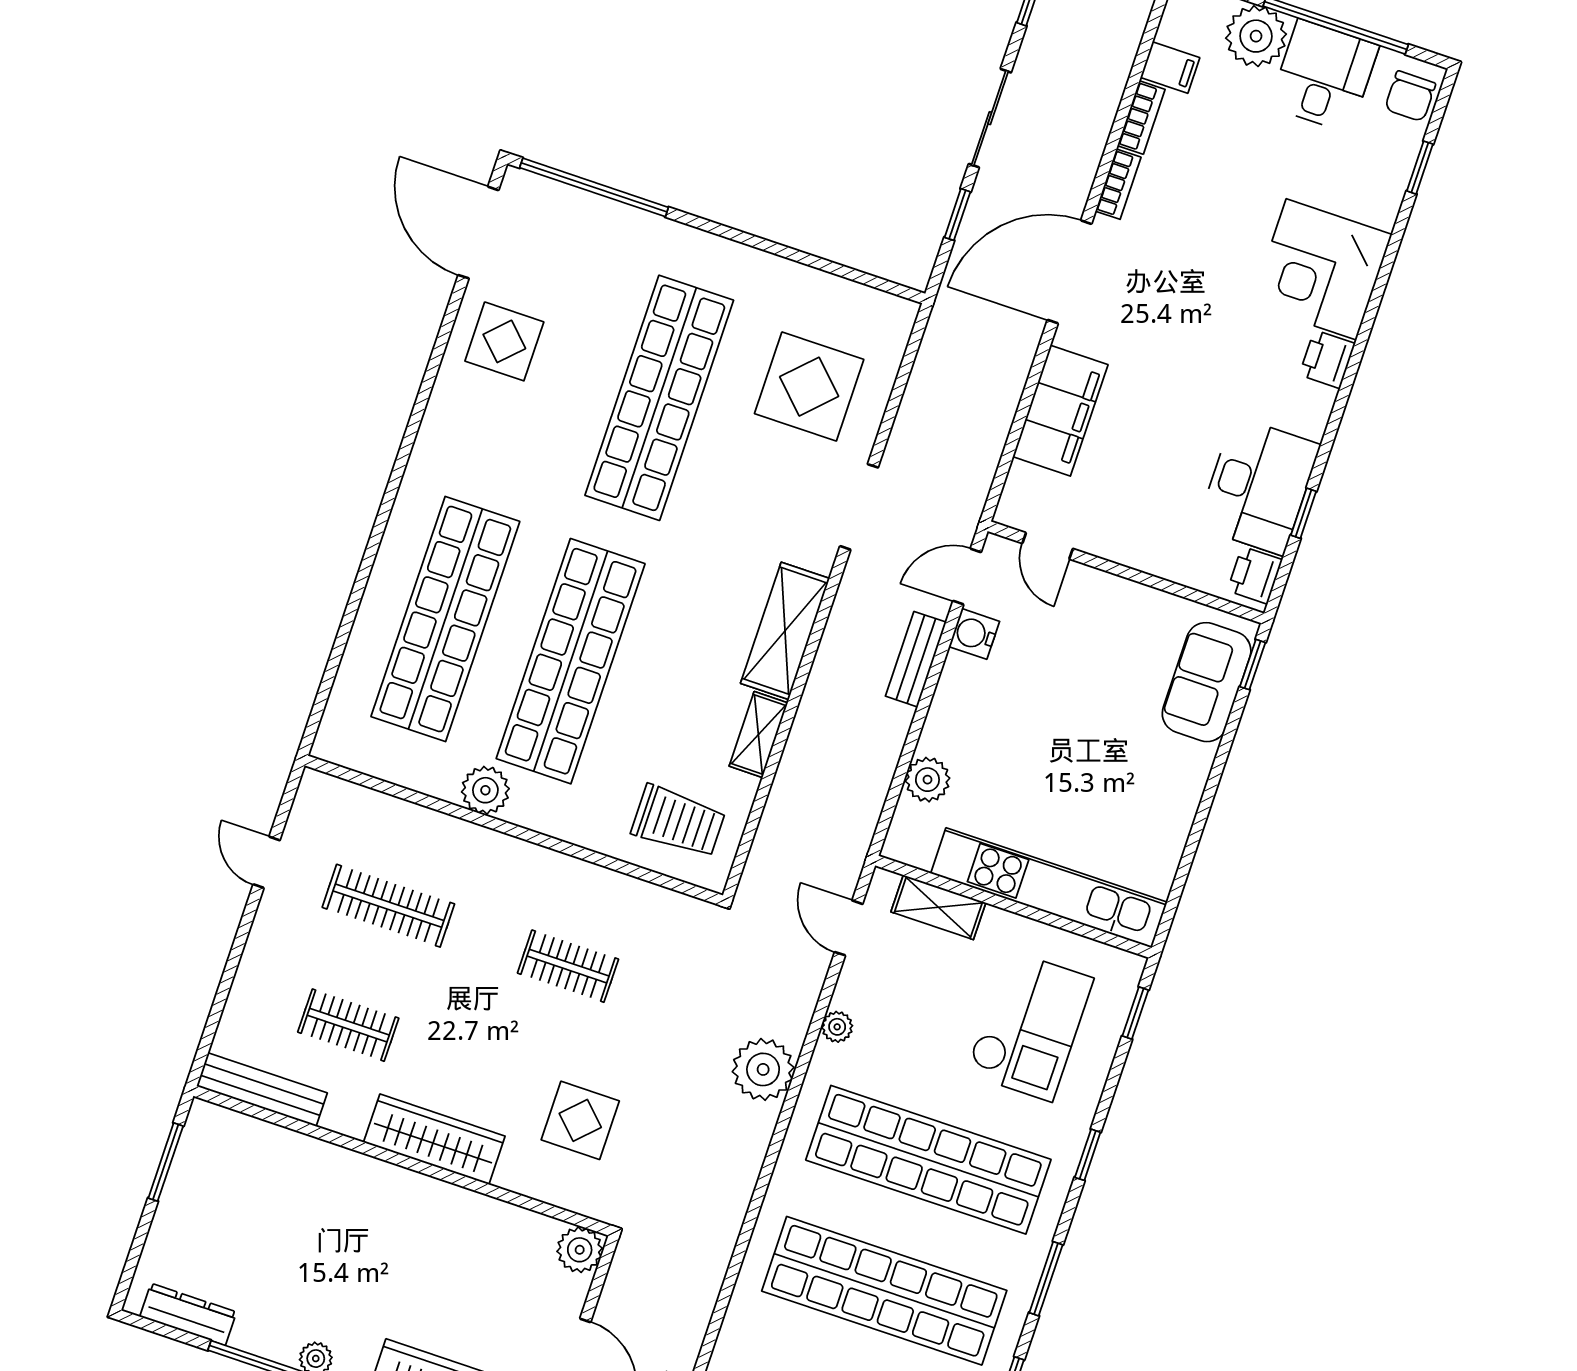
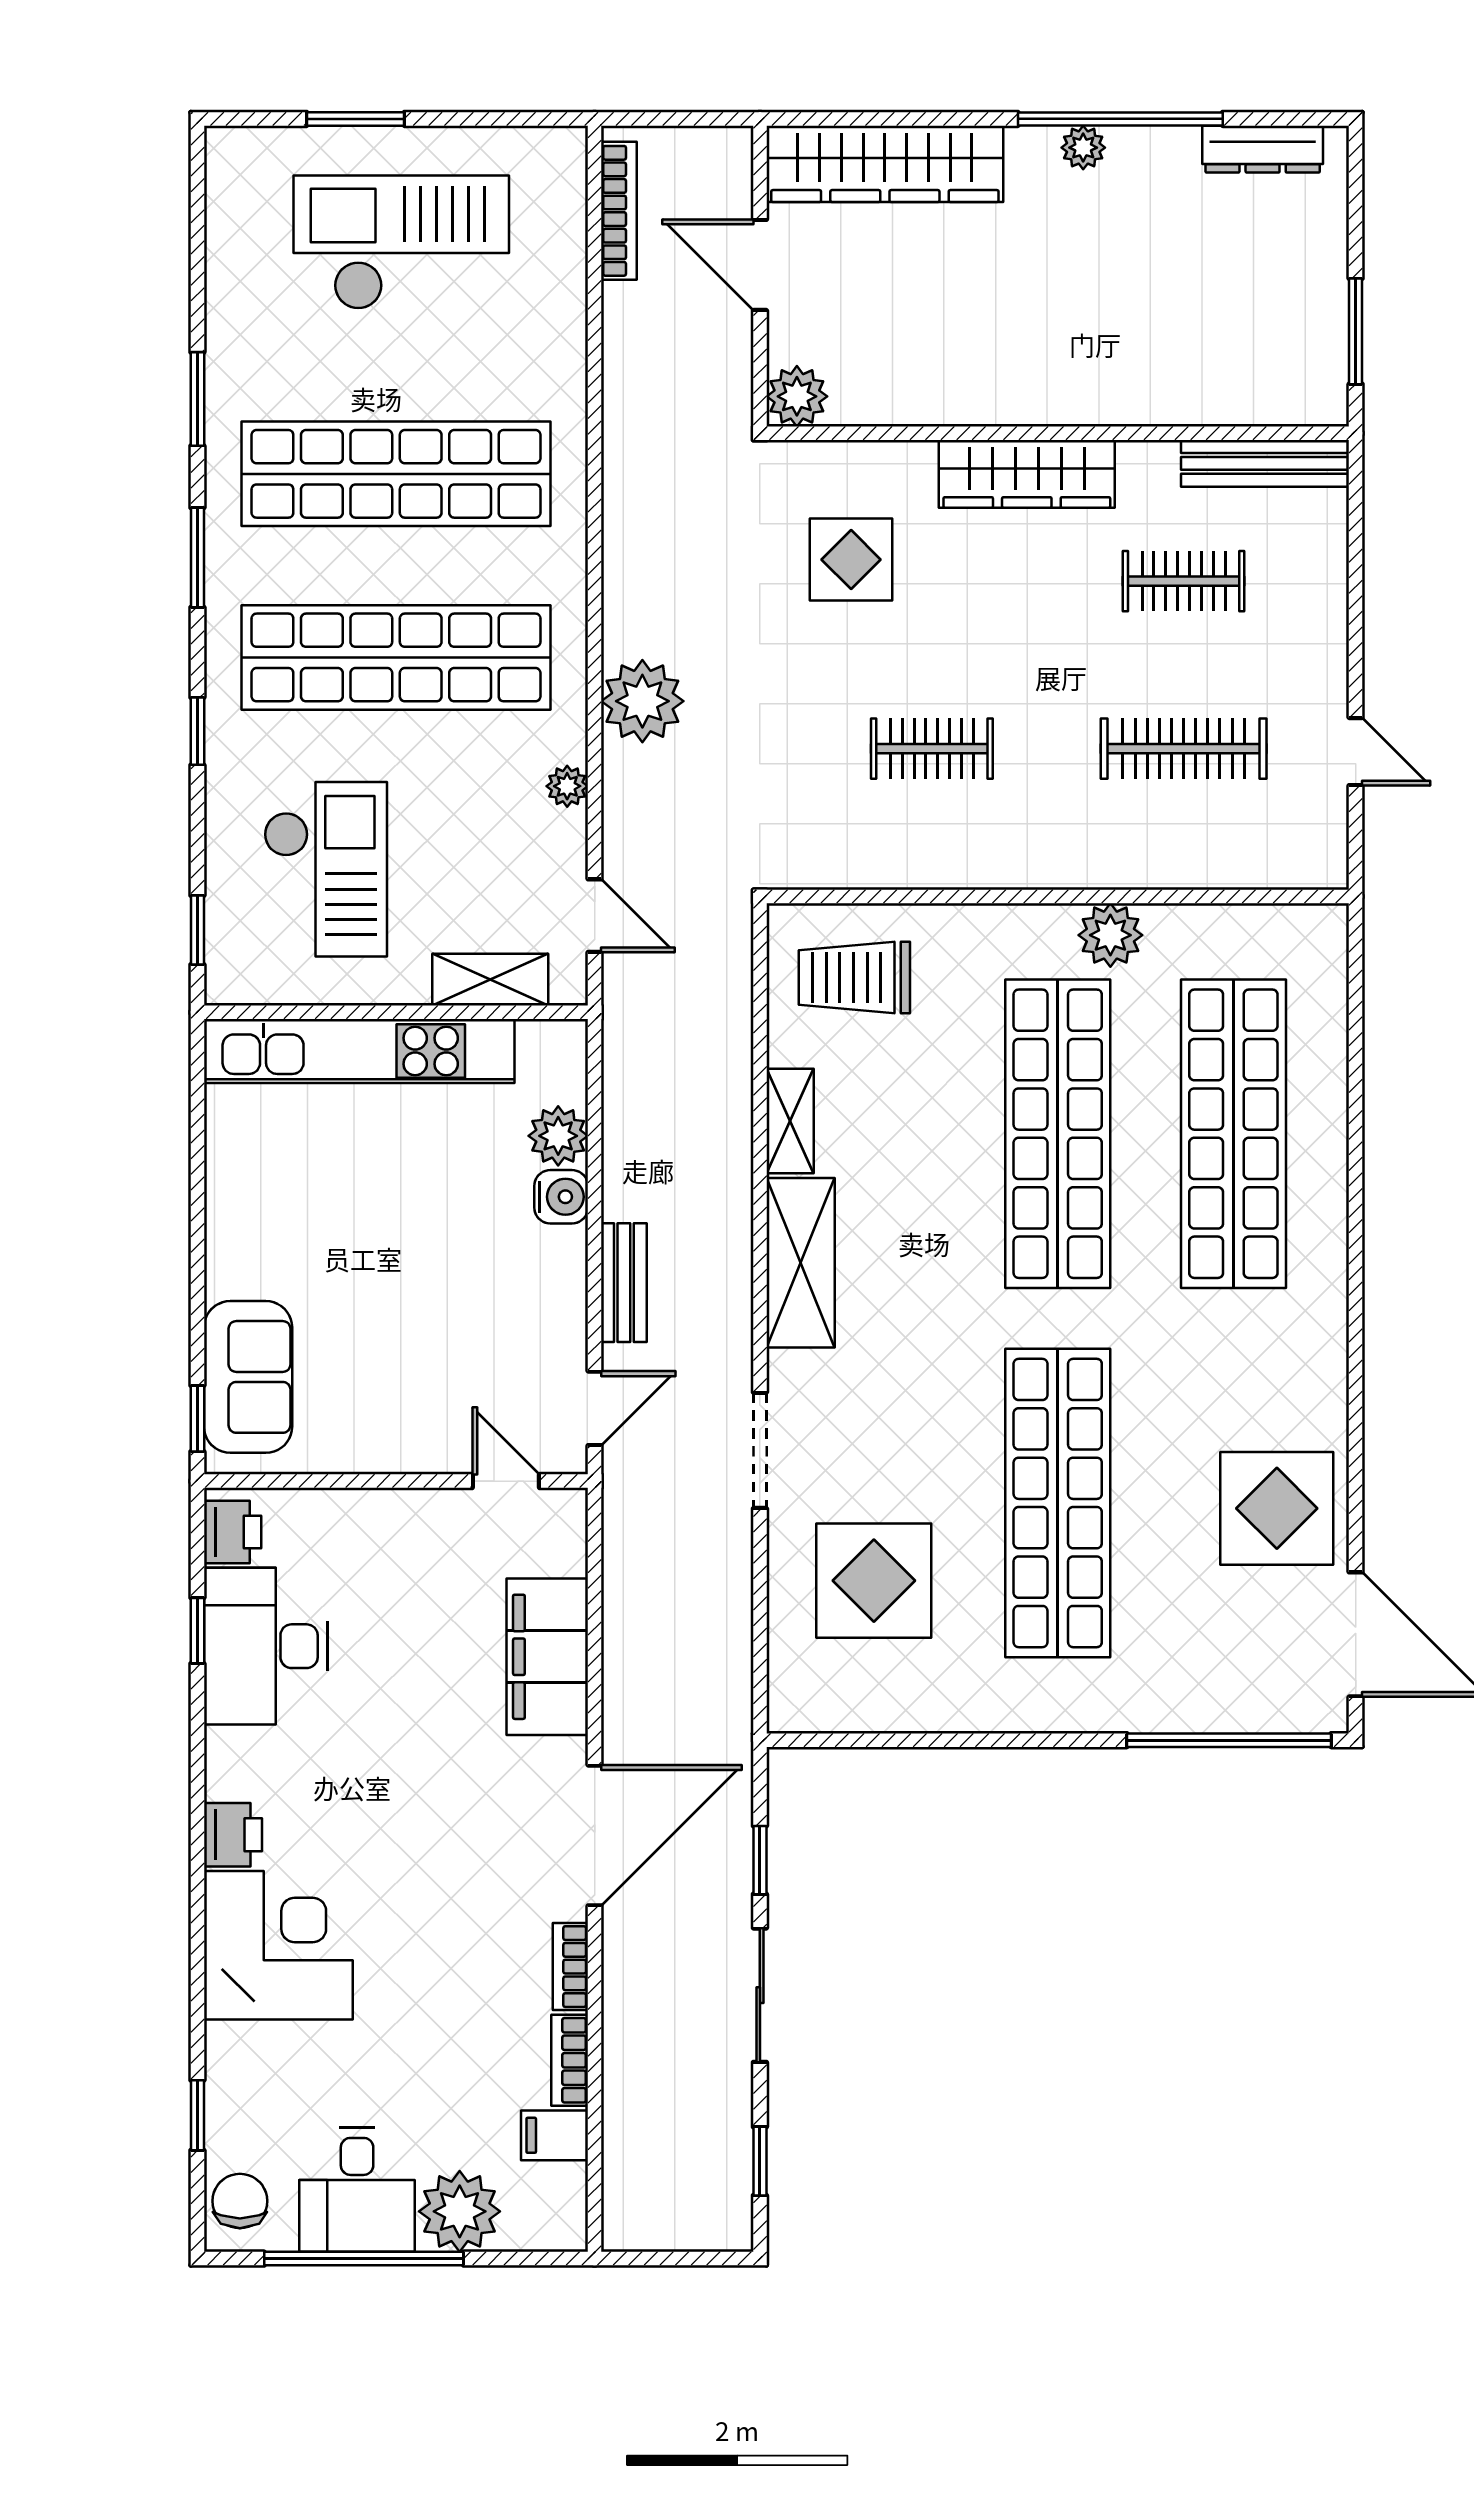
display table: (504, 341) -> (1277, 1508), width x1.36, depth x1.36
water cooler: (974, 634) -> (561, 1197), moved
checkout: (1030, 1026) -> (325, 869), turned 180

